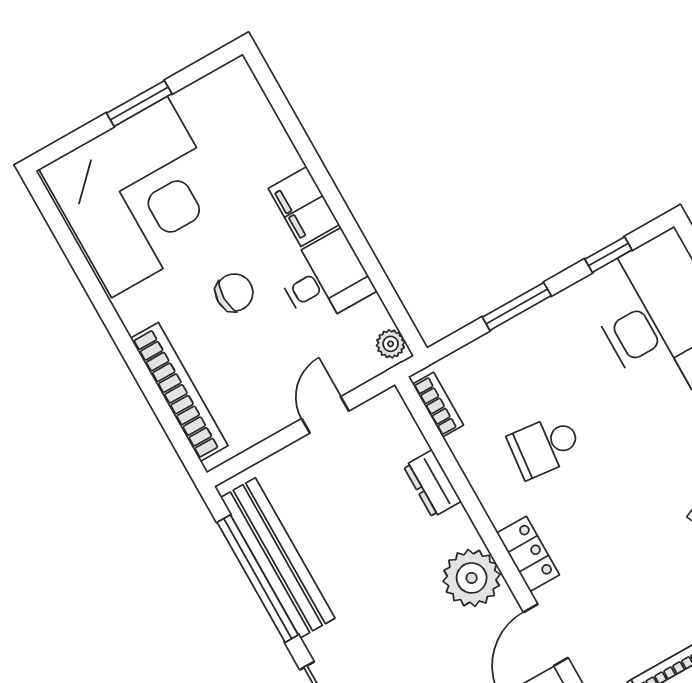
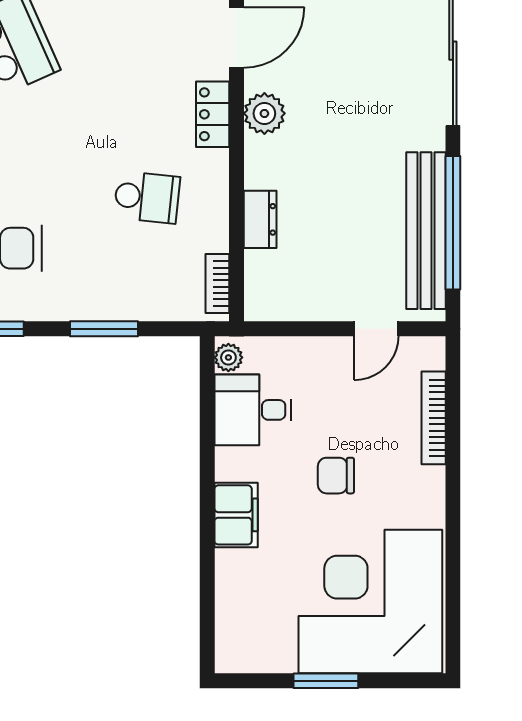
desk: (325, 279) -> (253, 410), moved
bookcase: (179, 392) -> (434, 418), width x0.68, depth x0.76
door: (325, 415) -> (376, 329), moved
plant: (472, 578) -> (264, 113), width x0.73, depth x0.73

